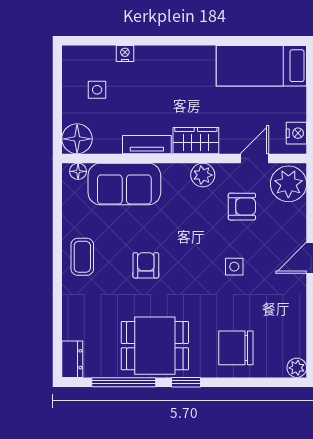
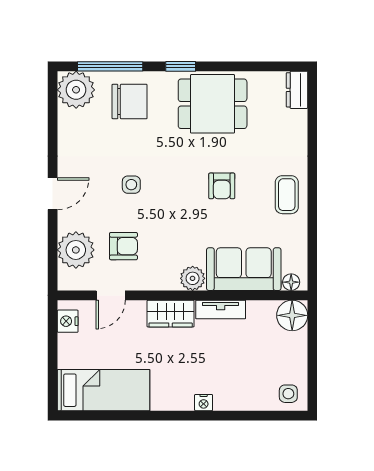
nightstand: (125, 54) -> (204, 403), moved
side table: (97, 90) -> (288, 394), moved
plant: (203, 175) -> (193, 278), moved
plant: (288, 184) -> (76, 250), moved
armchair: (242, 207) -> (123, 246), turned 180
plant: (297, 368) -> (76, 90), width x1.88, depth x1.88
window: (124, 382) -> (110, 66), moved

